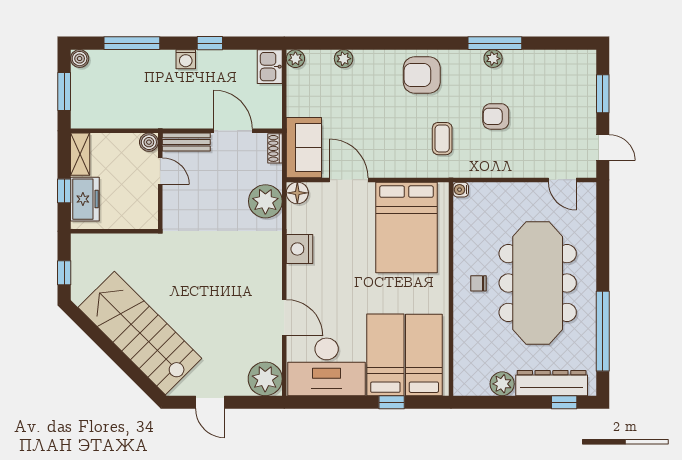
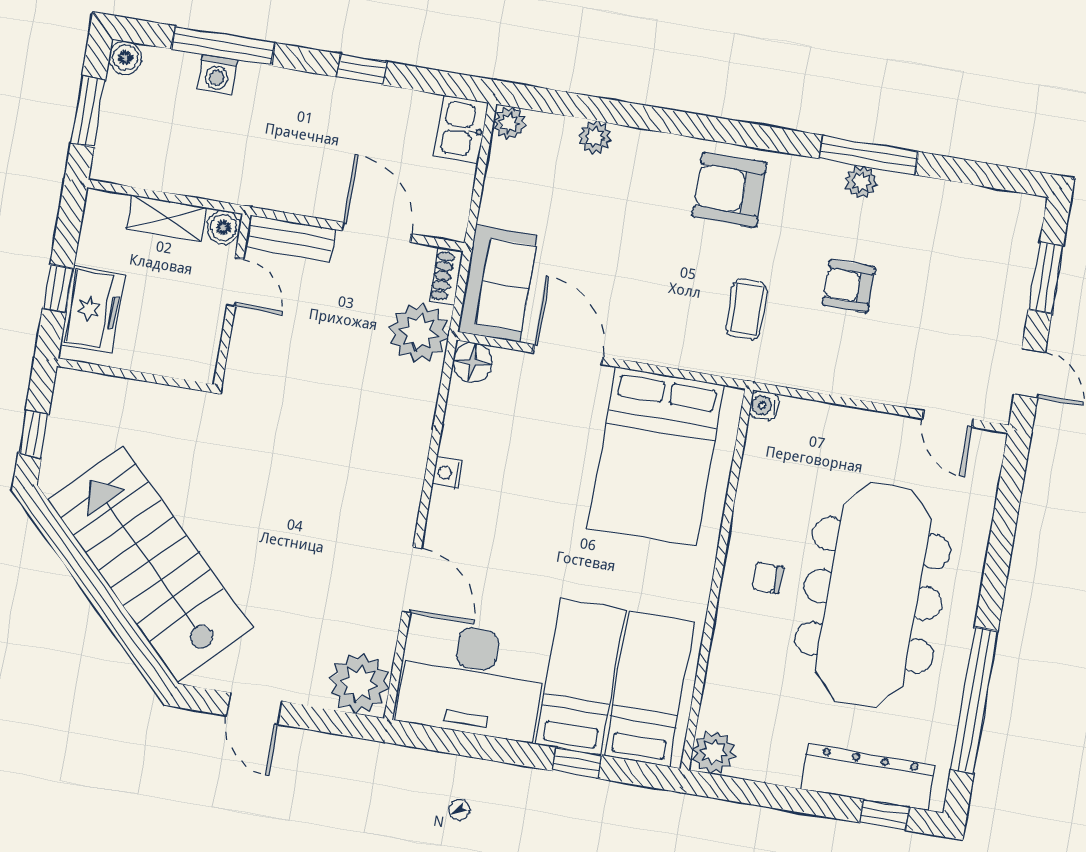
washing machine: (186, 59) -> (217, 74), moved
shelving: (80, 154) -> (166, 218), moved, turned 90
plant: (265, 201) -> (419, 332), moved
nightstand: (300, 249) -> (447, 473), width x0.53, depth x0.56
plant: (502, 384) -> (714, 752), moved

